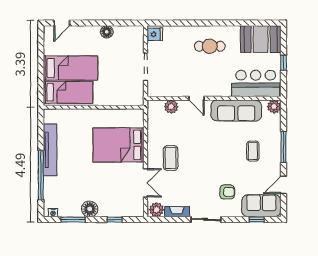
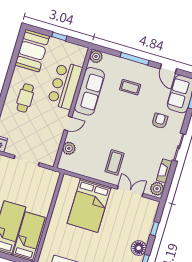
bar counter: (256, 83) -> (65, 85), moved
coffee table: (171, 158) -> (115, 162), turned 90

